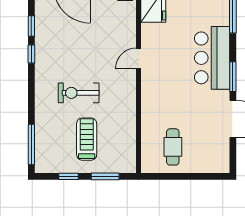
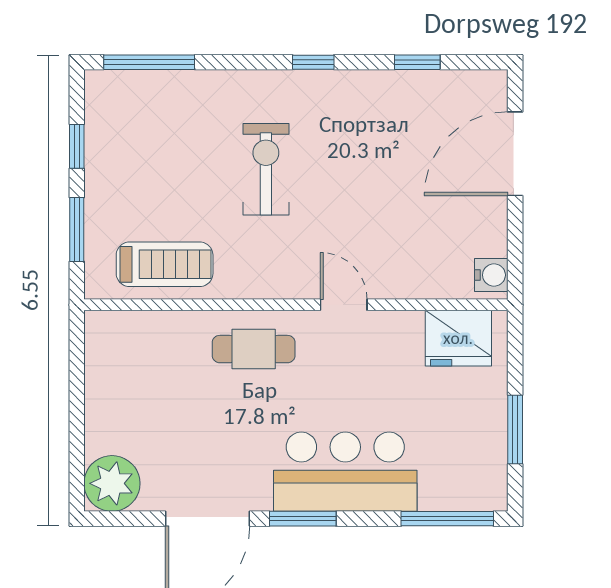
window: (31, 54) -> (313, 62), moved
treadmill: (87, 139) -> (165, 264), moved
cafe table: (173, 147) -> (254, 349), moved
plant: (217, 161) -> (112, 483), added

